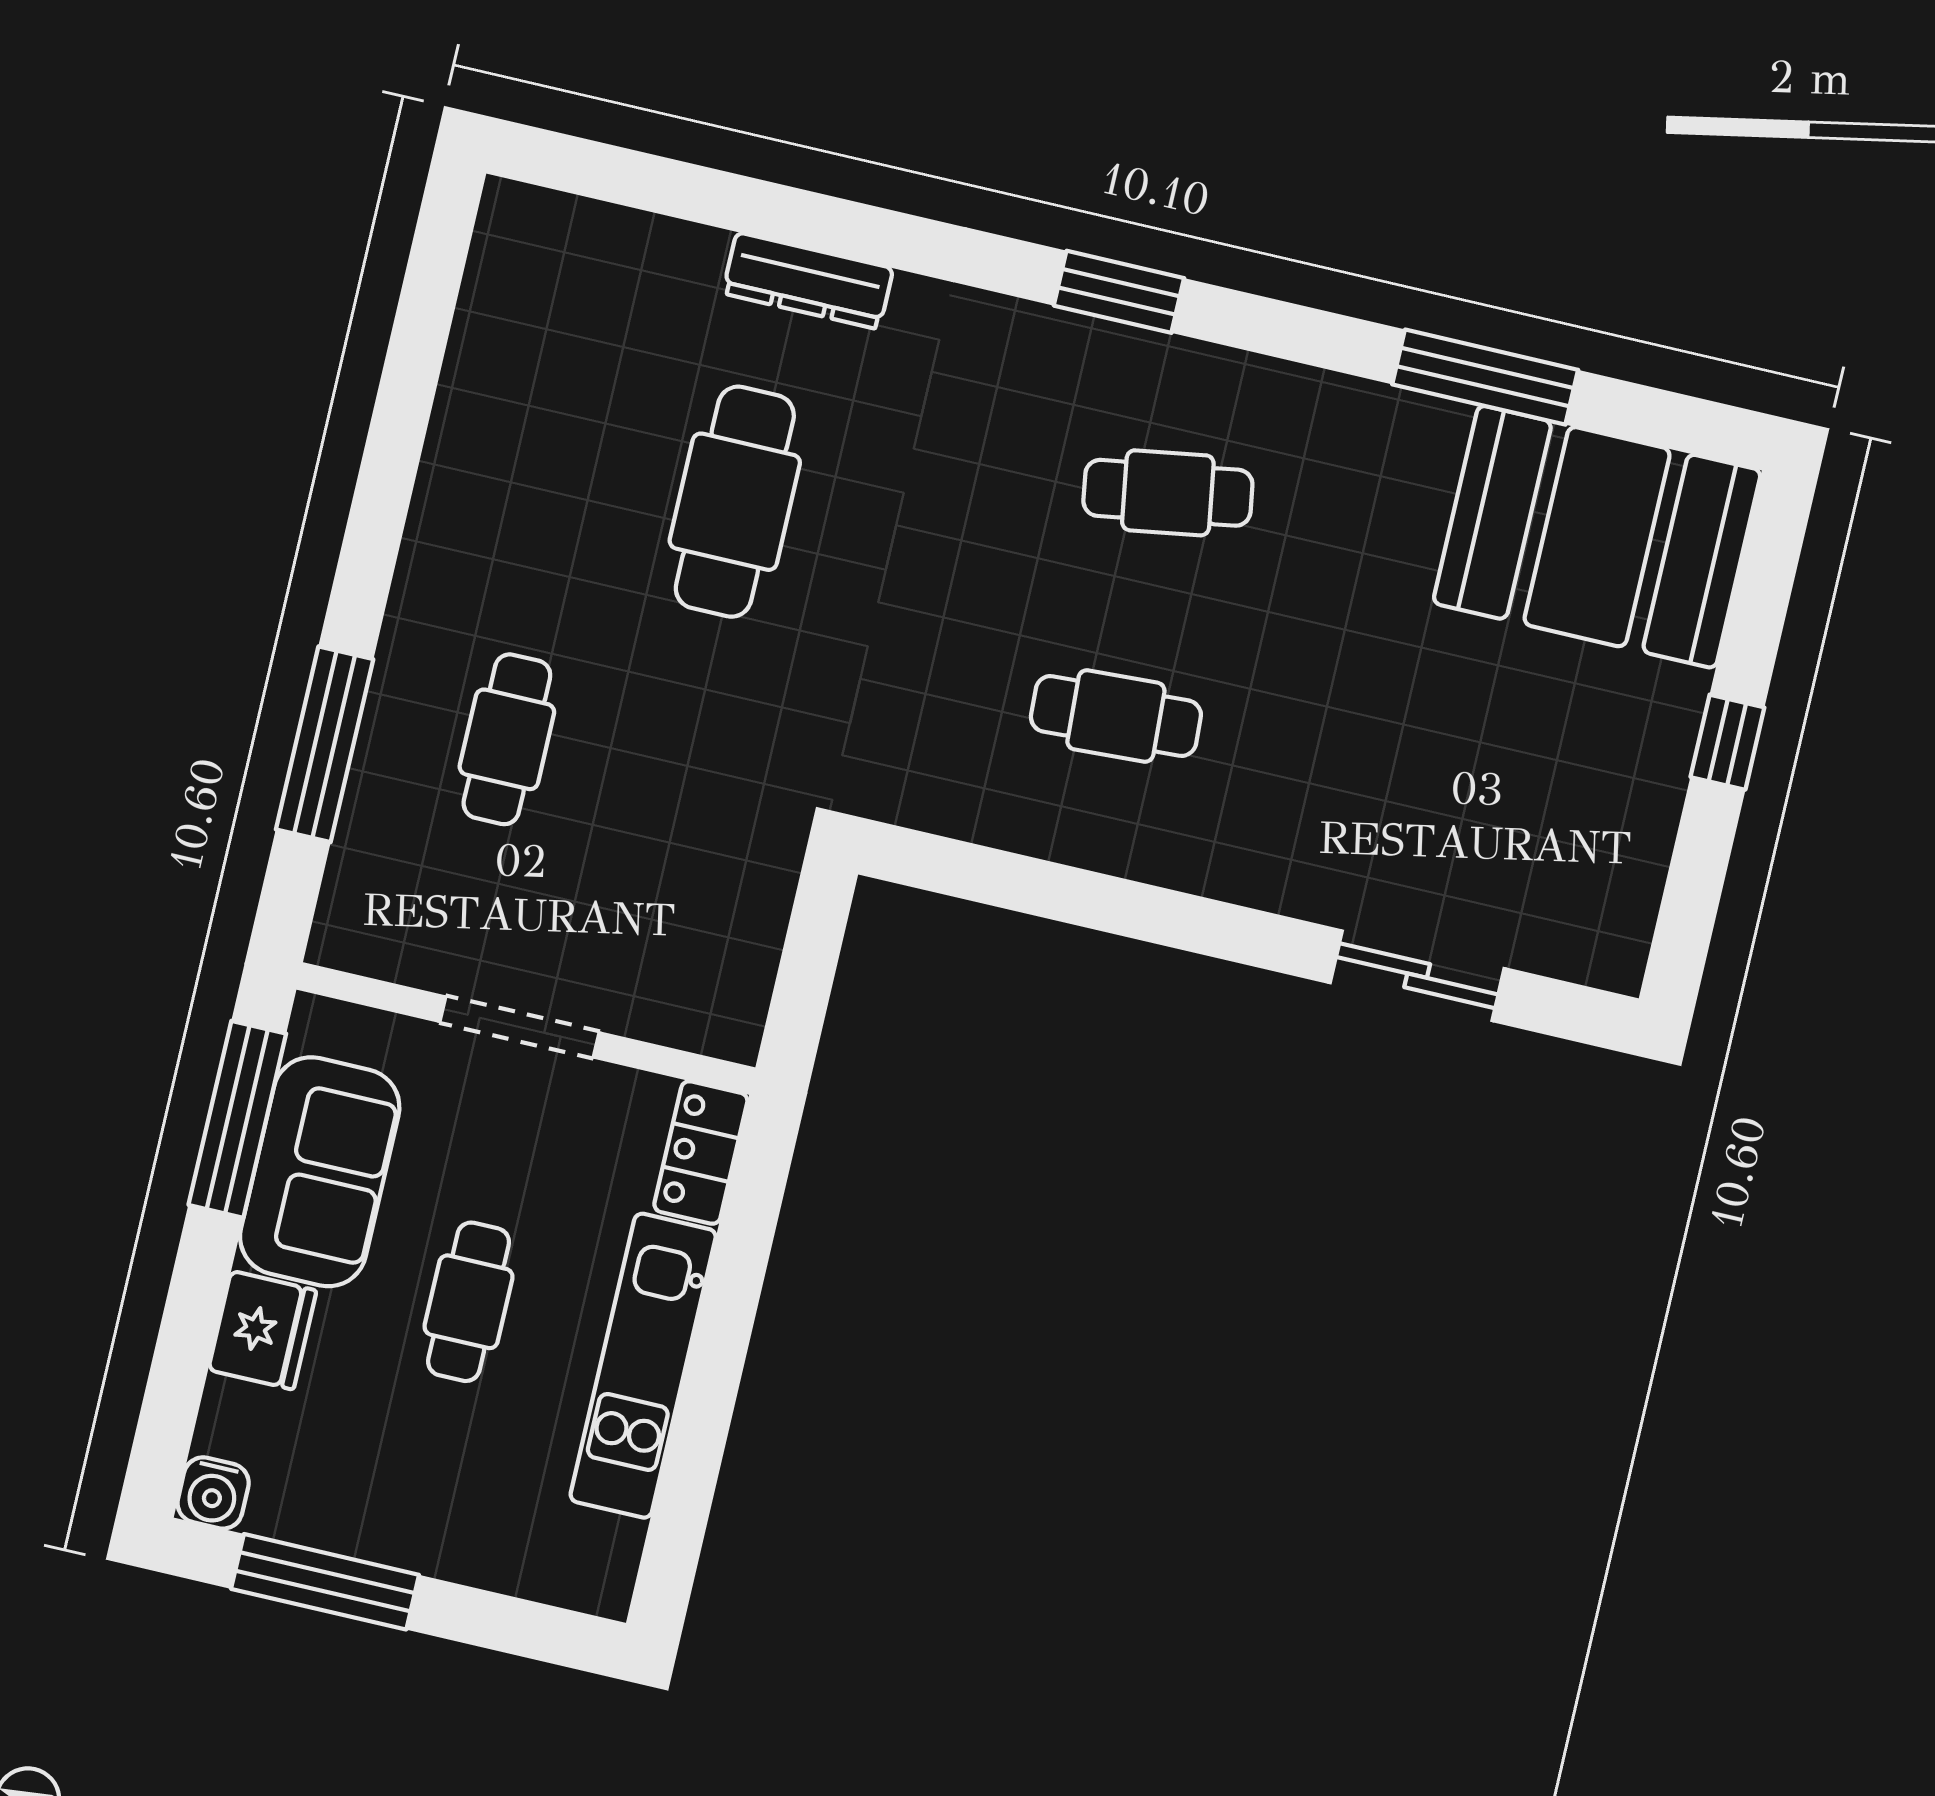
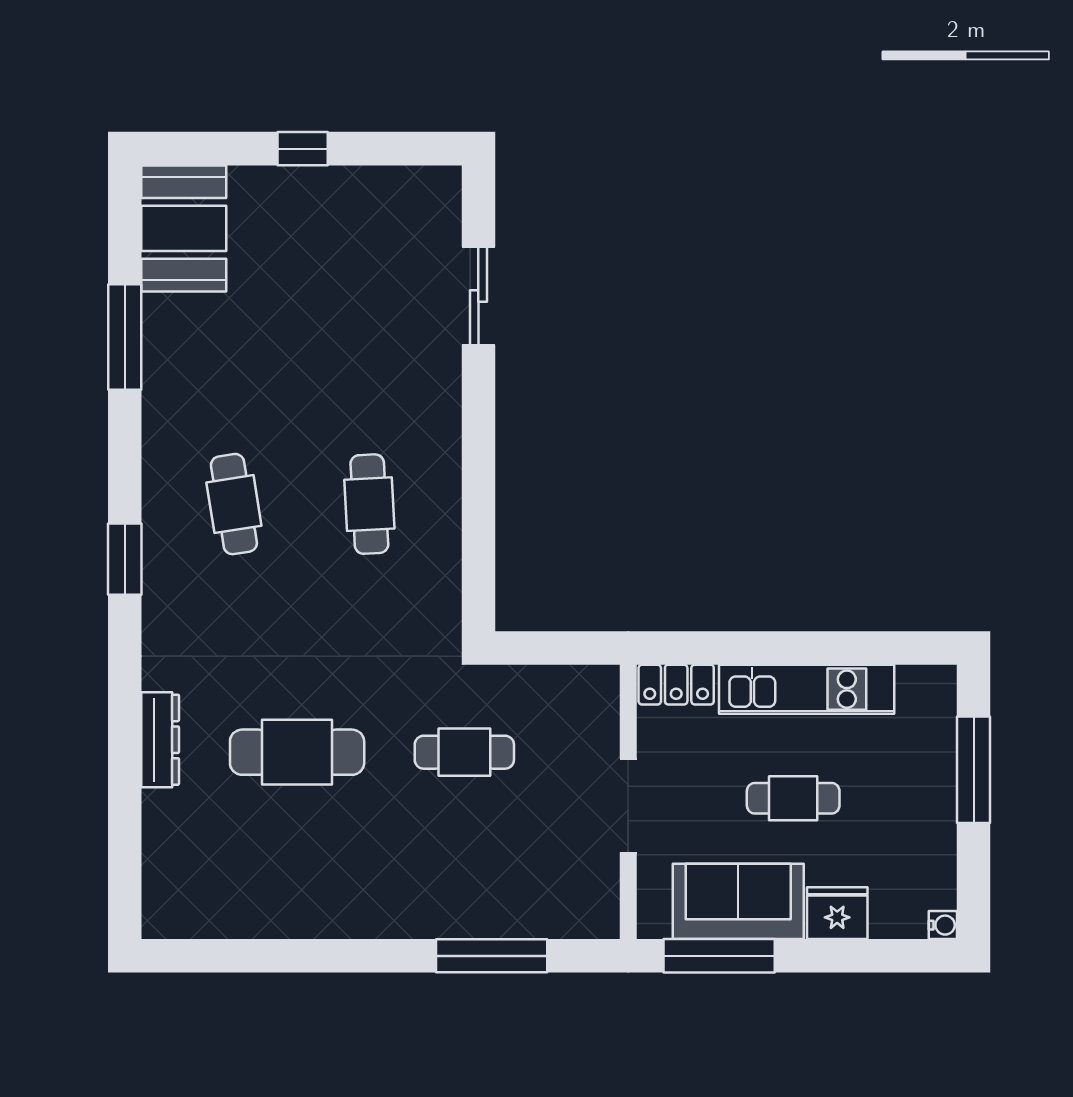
booth: (1597, 537) -> (184, 228), width x0.73, depth x0.70
cafe table: (507, 739) -> (464, 752), moved
water cooler: (213, 1493) -> (943, 925), width x0.72, depth x0.72
window: (325, 1582) -> (974, 770), moved

